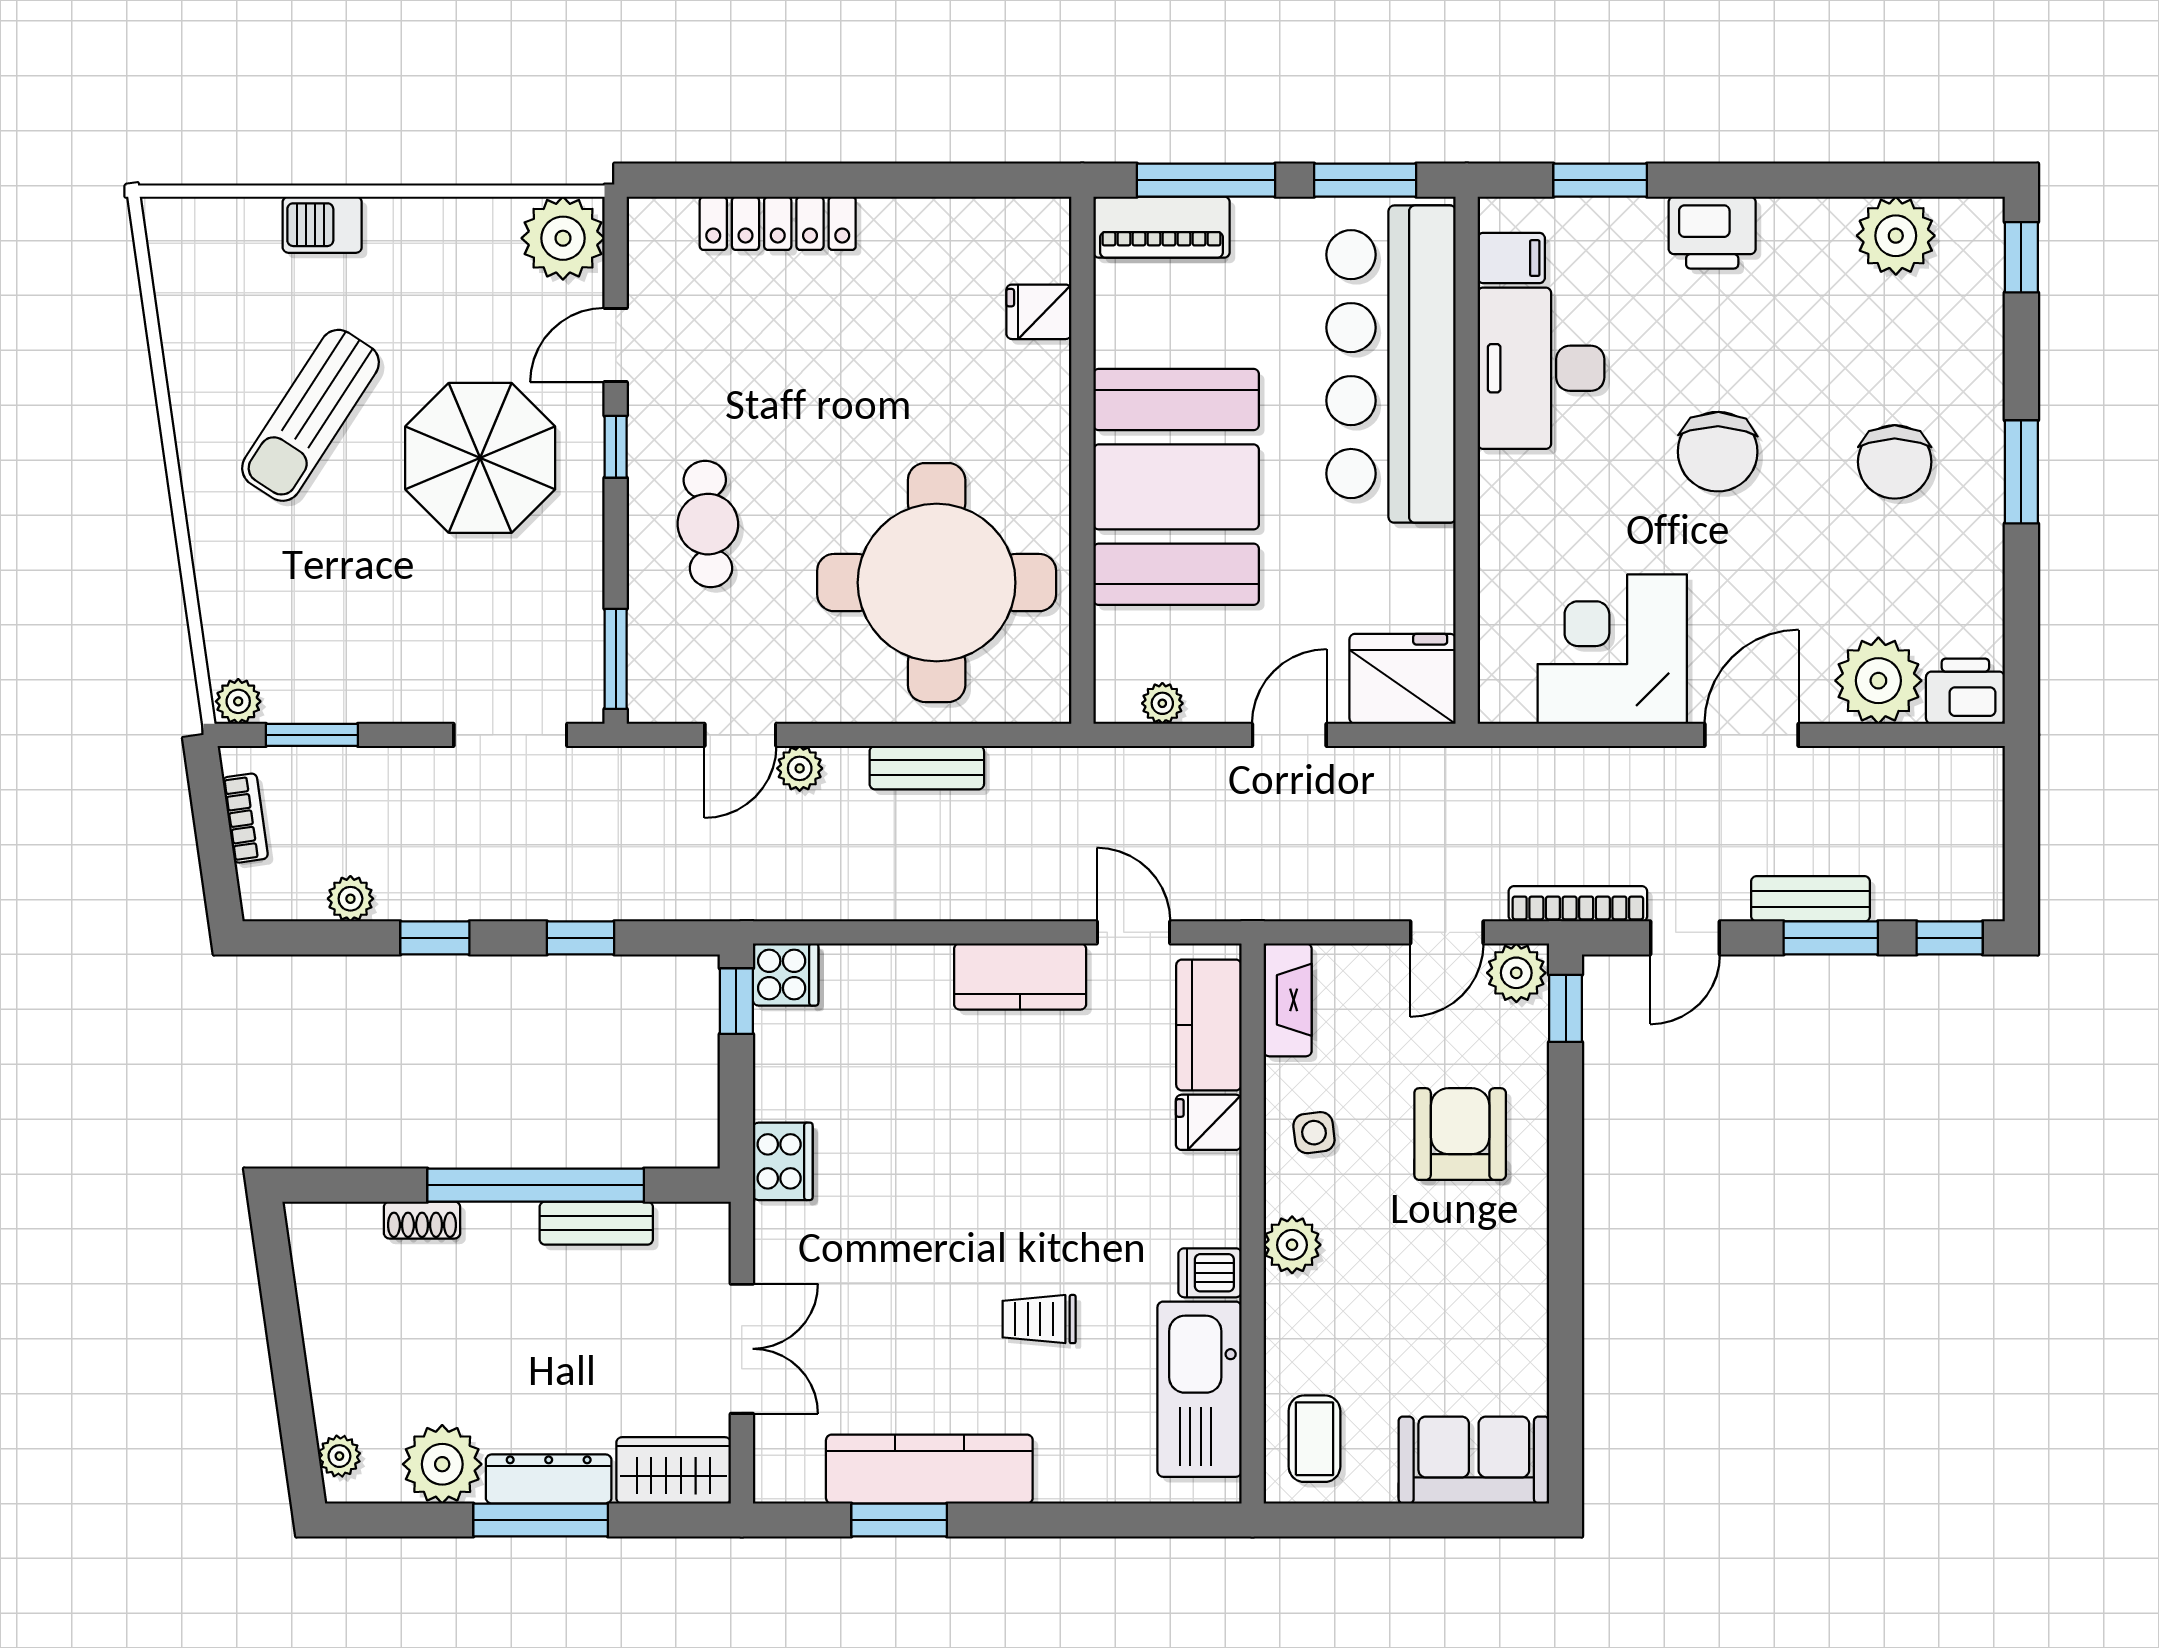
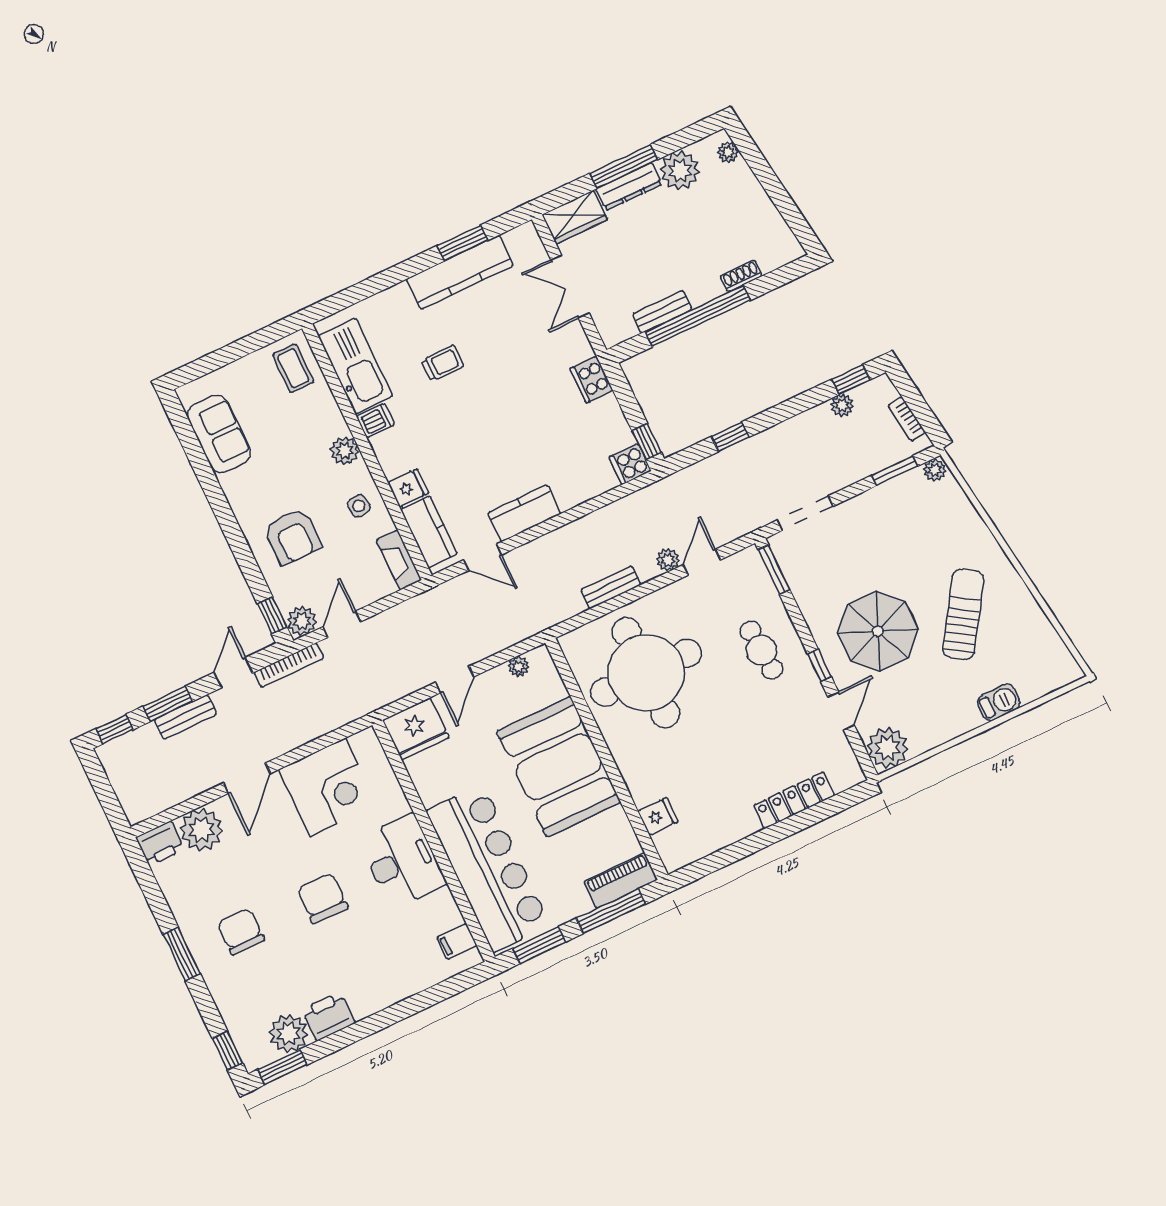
window: (1600, 180) -> (282, 1067), moved
printer: (1712, 233) -> (328, 1016), moved
desk: (1541, 368) -> (402, 861), moved
window: (435, 938) -> (851, 379), moved
sofa: (1474, 1460) -> (219, 434), moved, turned -90

